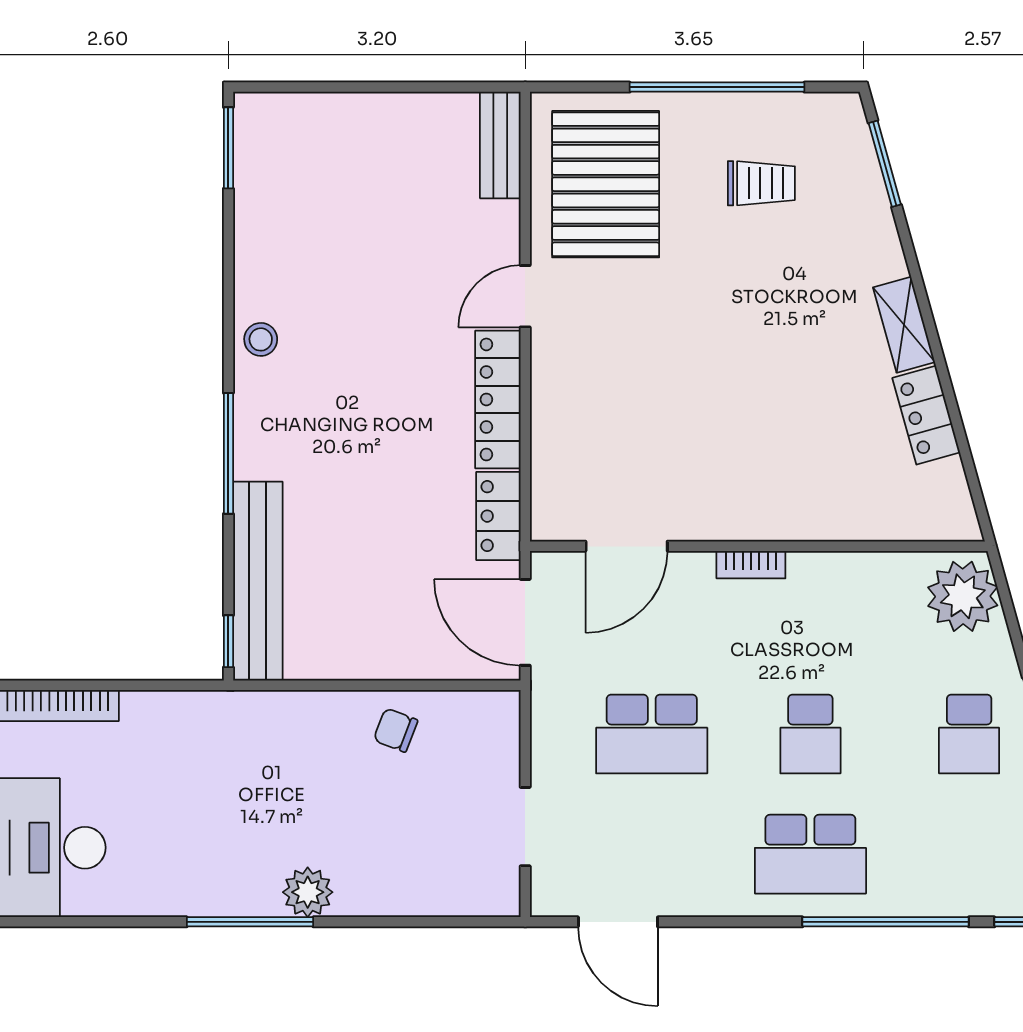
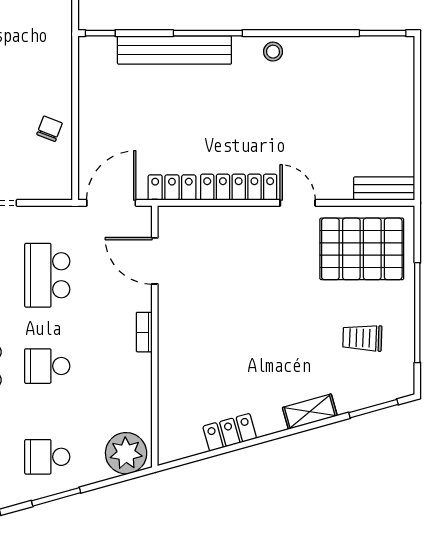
trolley: (761, 183) -> (362, 338), turned 92
shelving: (904, 325) -> (310, 412), moved
bench: (258, 581) -> (174, 50), moved

